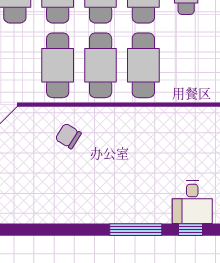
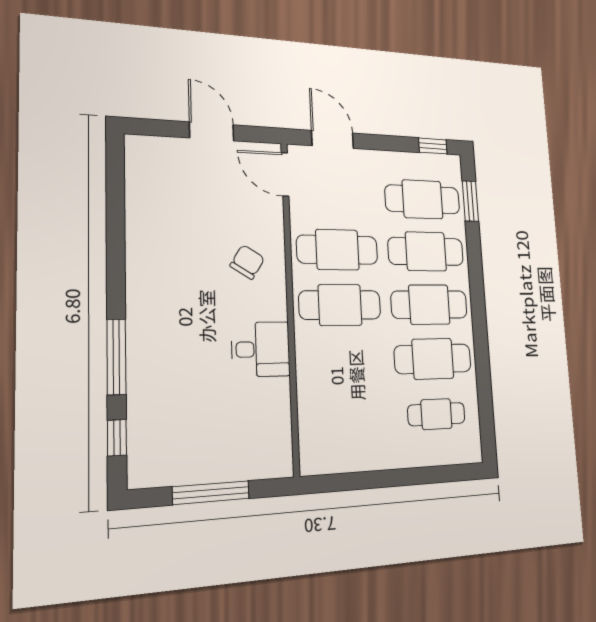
cafe table: (143, 65) -> (343, 361), removed
desk: (192, 202) -> (261, 349), moved, turned 180

